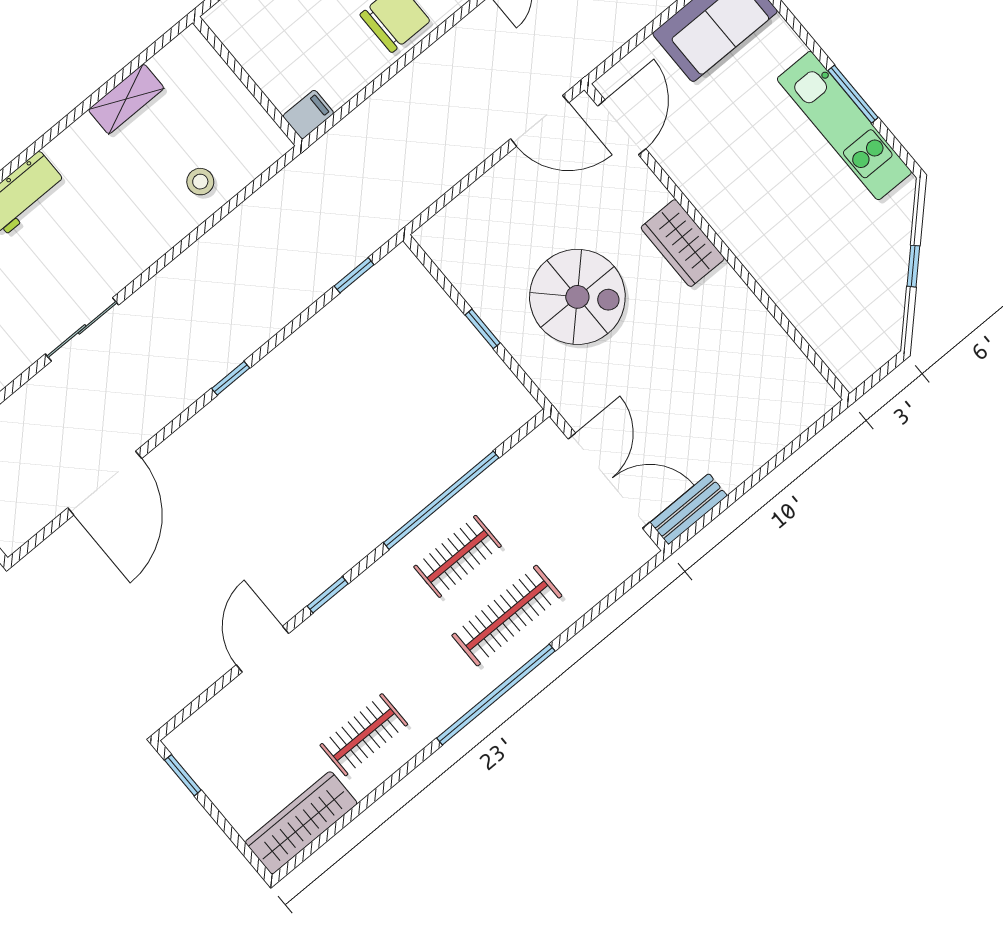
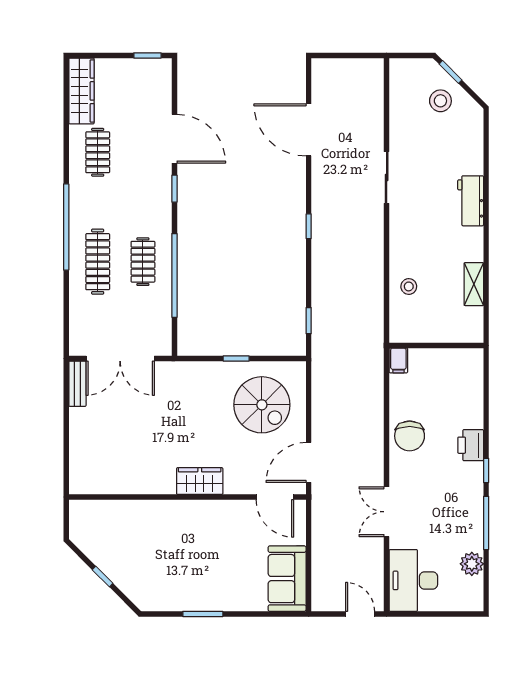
kitchen unit: (844, 126) -> (192, 598), removed
spiral stairs: (577, 297) -> (262, 405), moved, turned -90
door: (262, 649) -> (174, 139), width x1.36

